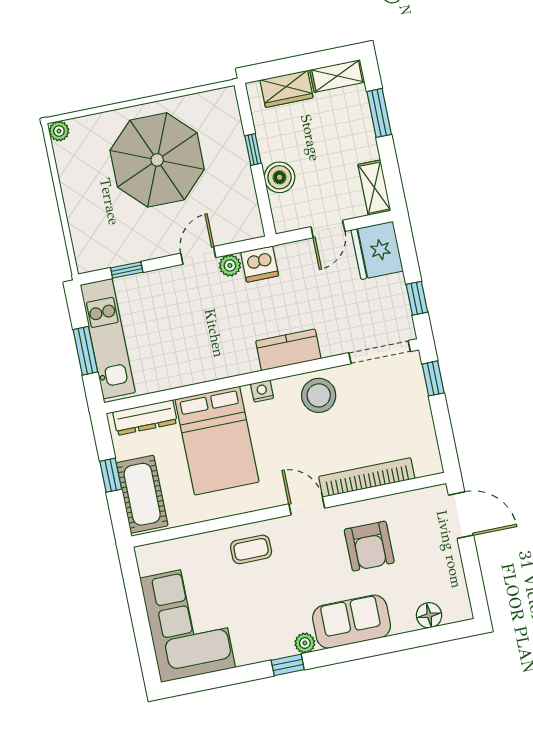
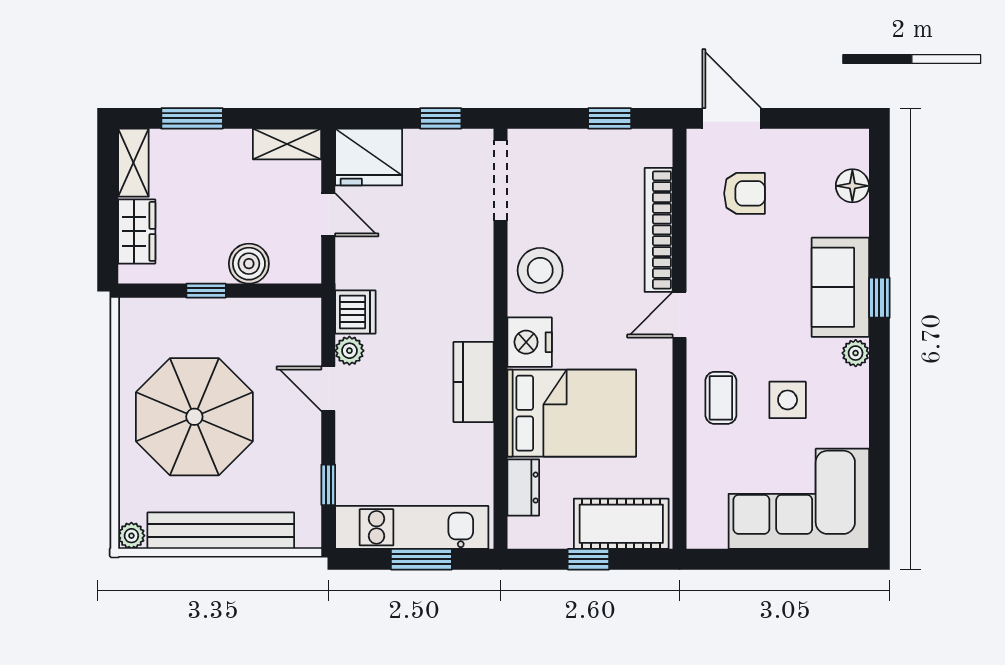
bench: (76, 197) -> (221, 531), added
kitchen counter: (288, 350) -> (474, 382), moved
window: (433, 378) -> (610, 118), moved
nightstand: (262, 391) -> (530, 342), width x1.89, depth x1.79
dresser: (145, 418) -> (523, 488), width x0.70
door: (461, 515) -> (732, 118), hinge flipped
armchair: (369, 546) -> (744, 193), moved, width x0.72, depth x0.72
side table: (260, 599) -> (788, 400), added
window: (288, 665) -> (879, 298), moved

